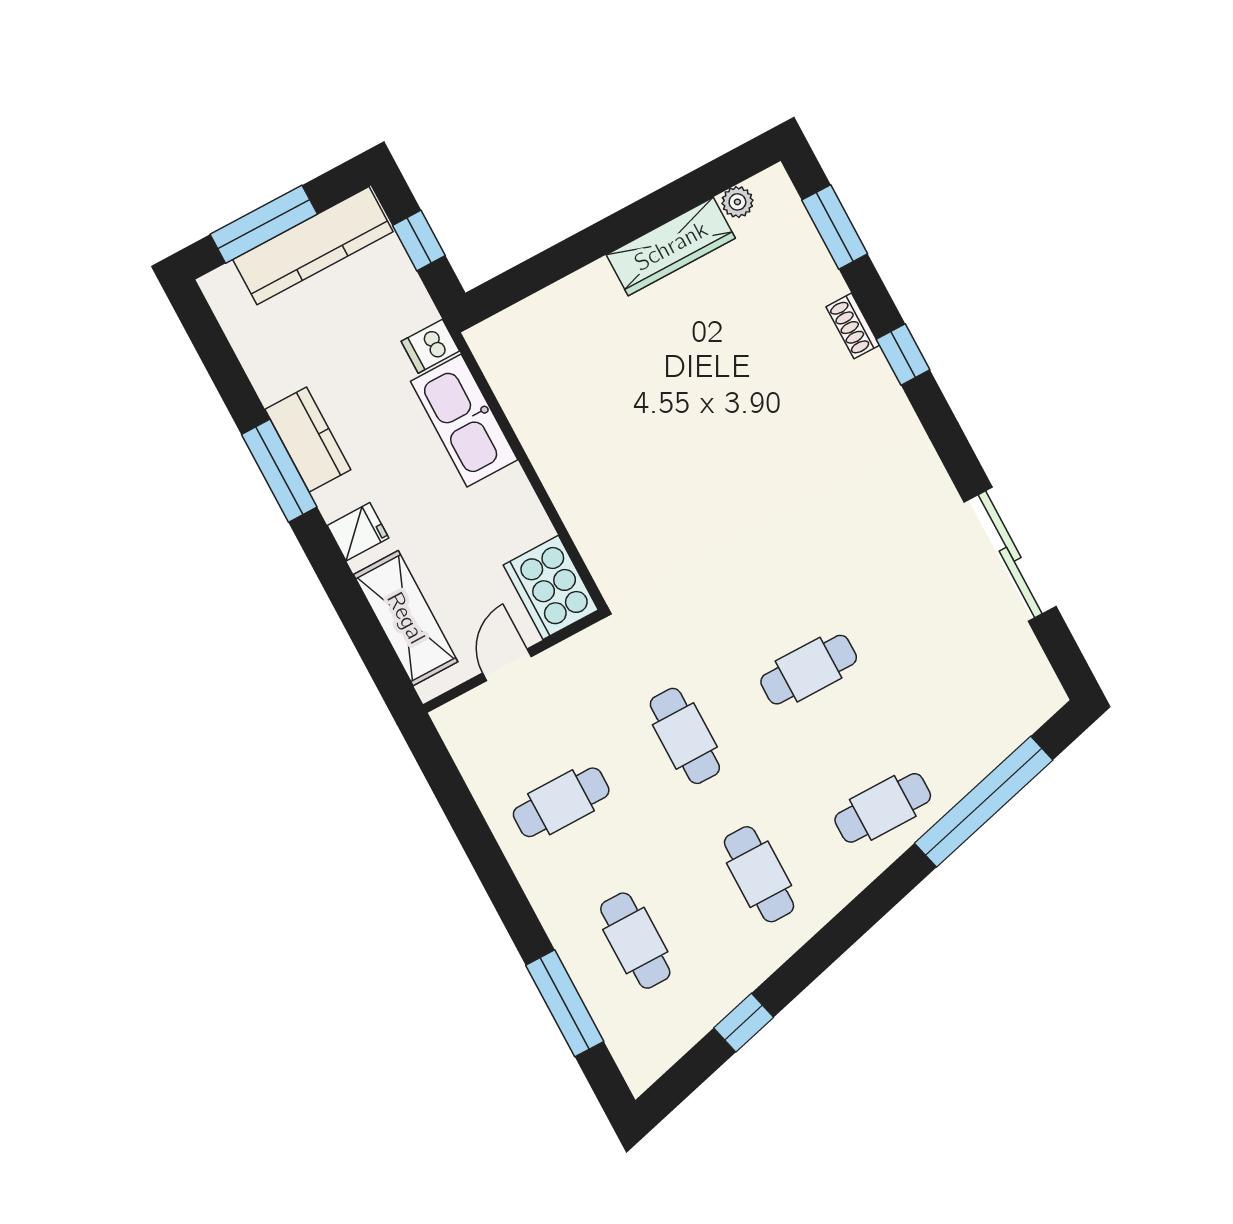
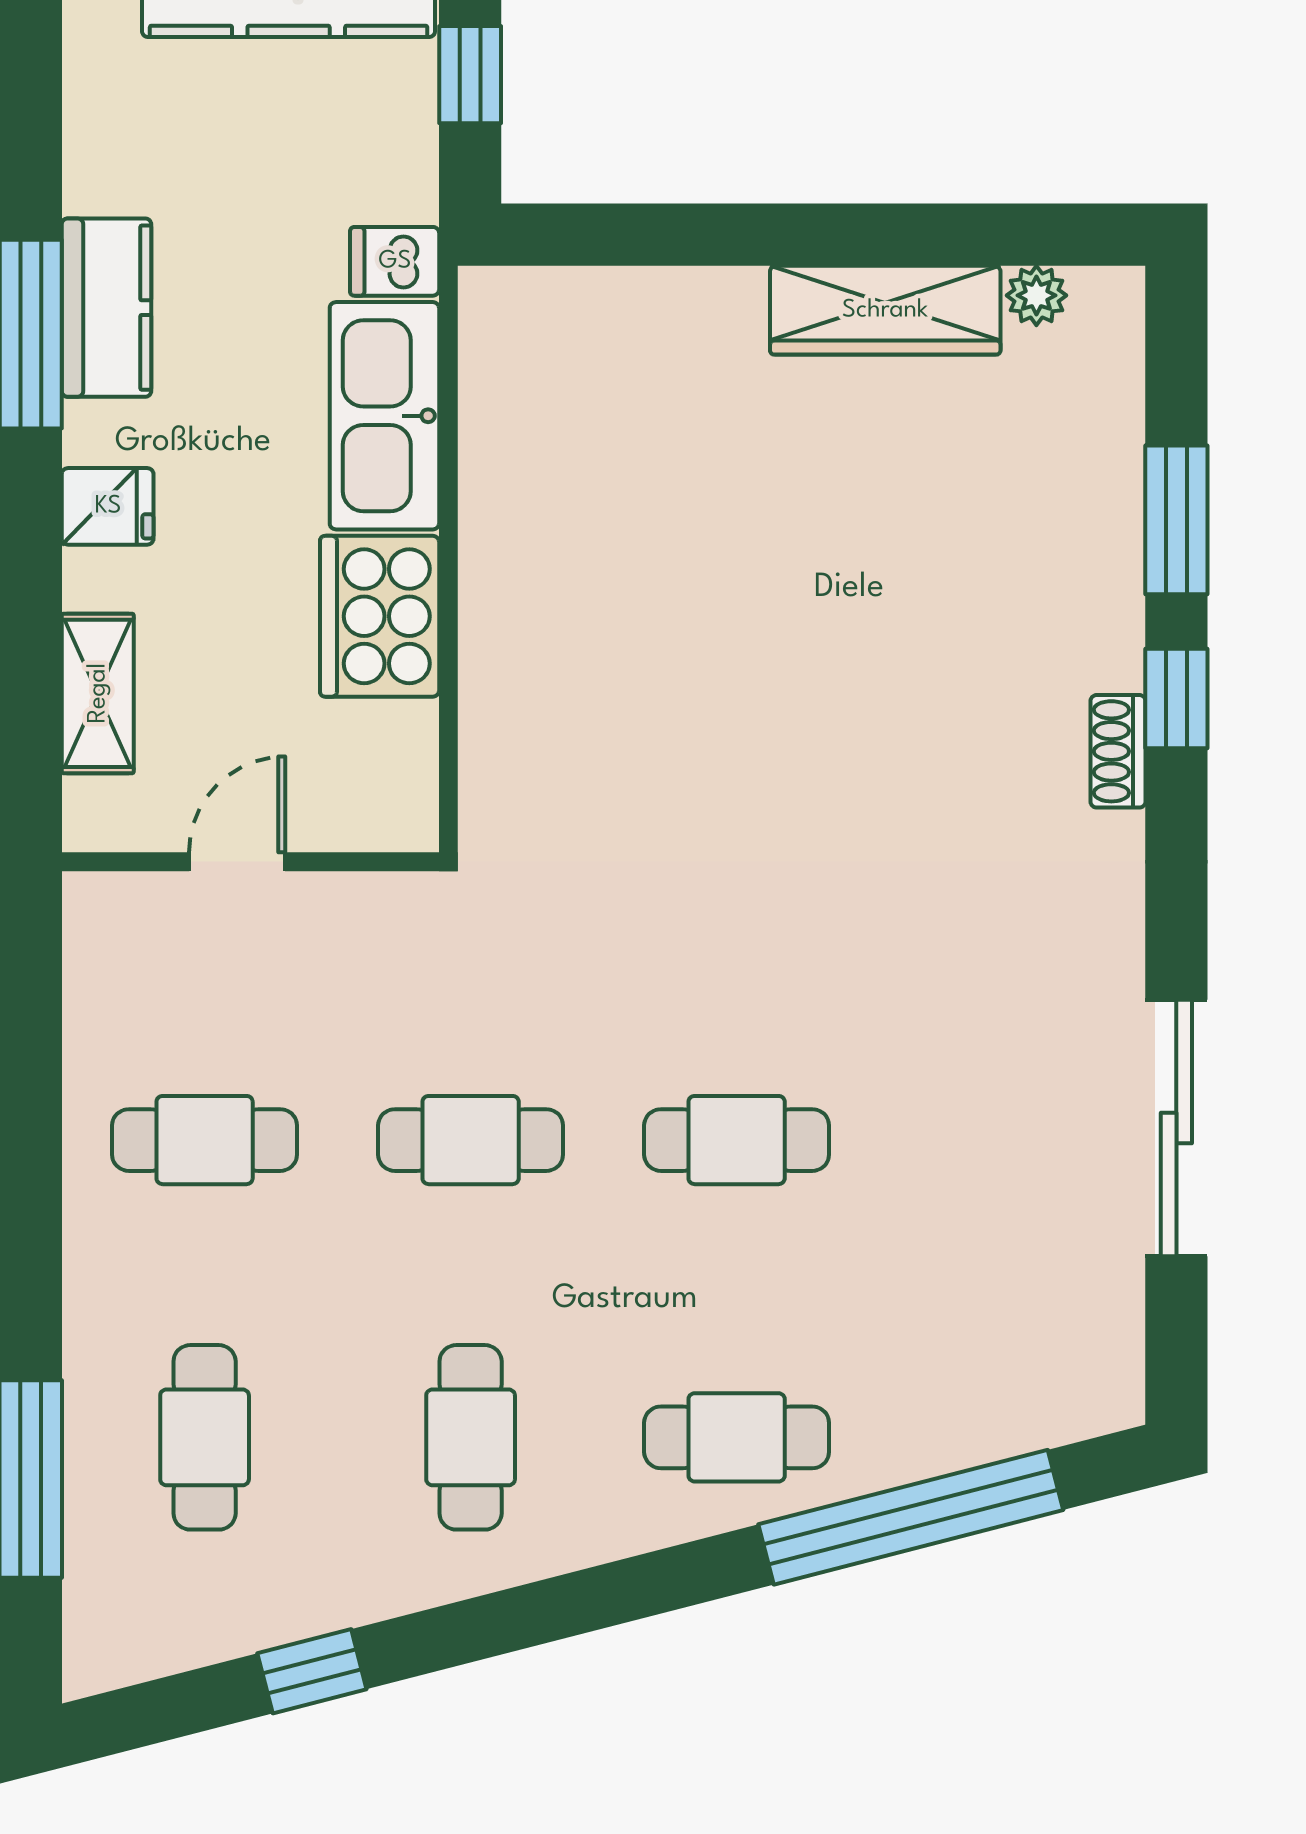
window: (835, 227) -> (1176, 520), moved
shoe rack: (853, 326) -> (1118, 751), moved
cooker: (551, 587) -> (380, 616), moved
shelving: (406, 618) -> (98, 693), width x0.67, depth x0.75
cafe table: (685, 736) -> (471, 1140), turned 90

